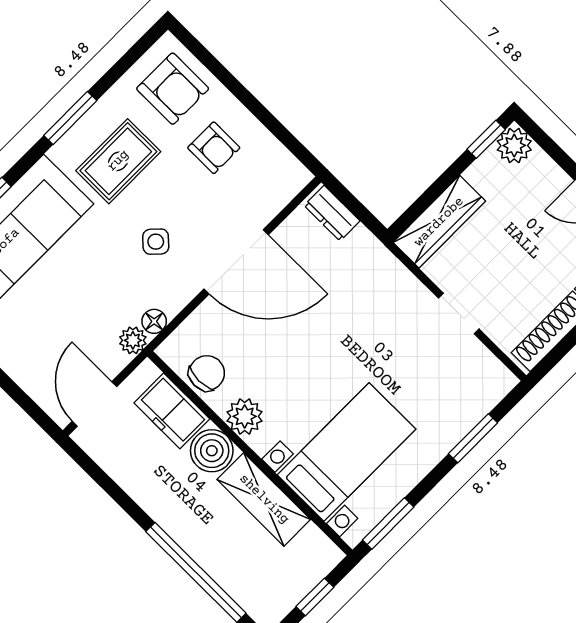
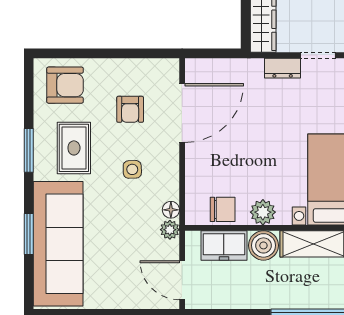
armchair: (214, 148) -> (130, 109), moved, turned 90
dresser: (332, 213) -> (283, 68), moved
side table: (156, 242) -> (132, 169), turned 45
door: (236, 262) -> (182, 113), moved
chair: (207, 373) -> (223, 209), turned 90

